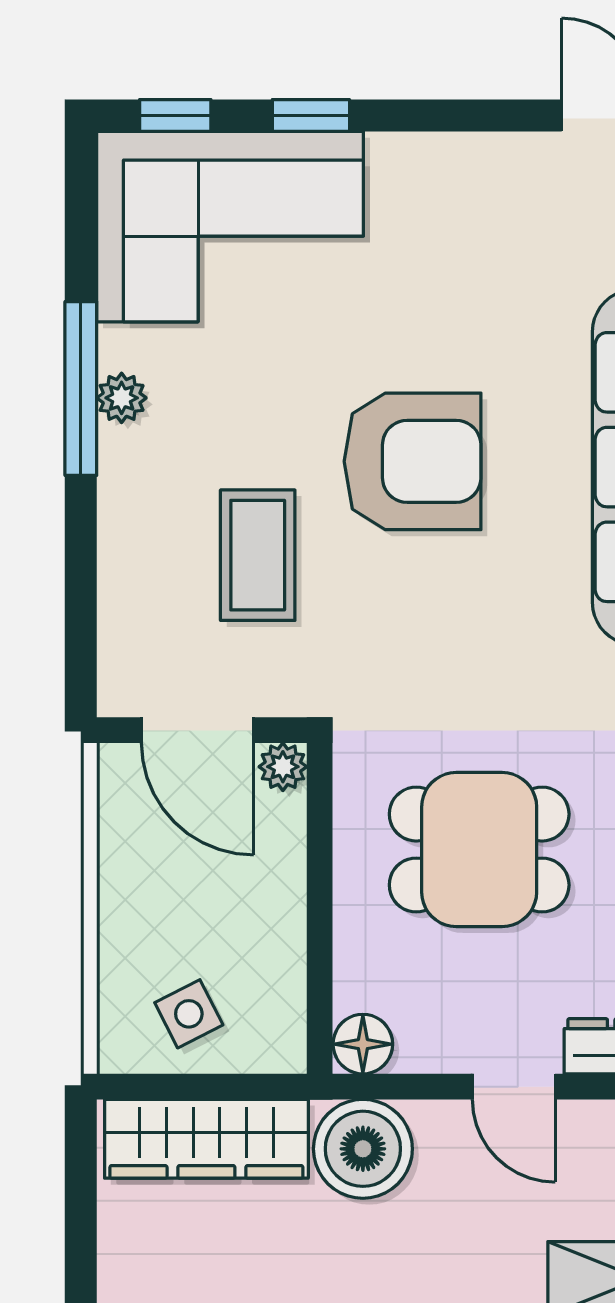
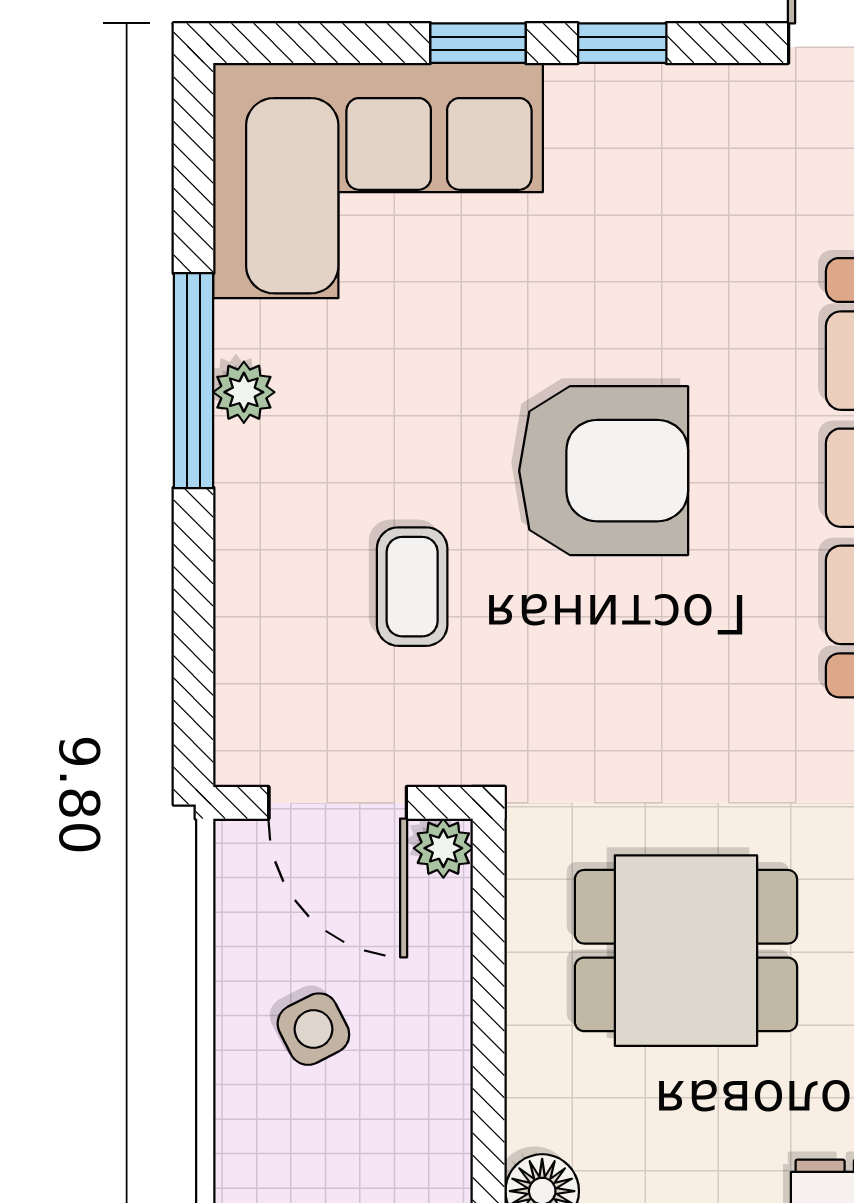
window: (175, 116) -> (622, 43), moved
coffee table: (258, 555) -> (412, 587), width x0.73, depth x0.77
side table: (189, 1014) -> (313, 1029), moved

